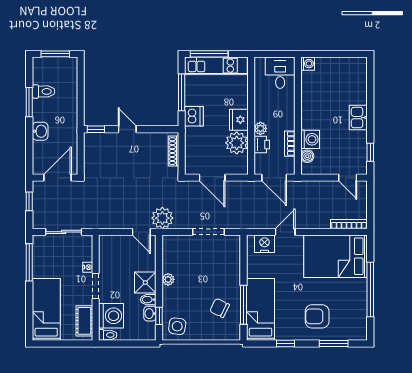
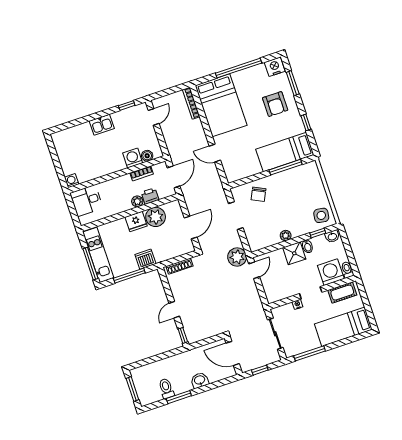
nightstand: (265, 244) -> (275, 67), moved, turned 90
chair: (220, 308) -> (258, 194), moved
washbasin: (150, 314) -> (332, 236), moved

